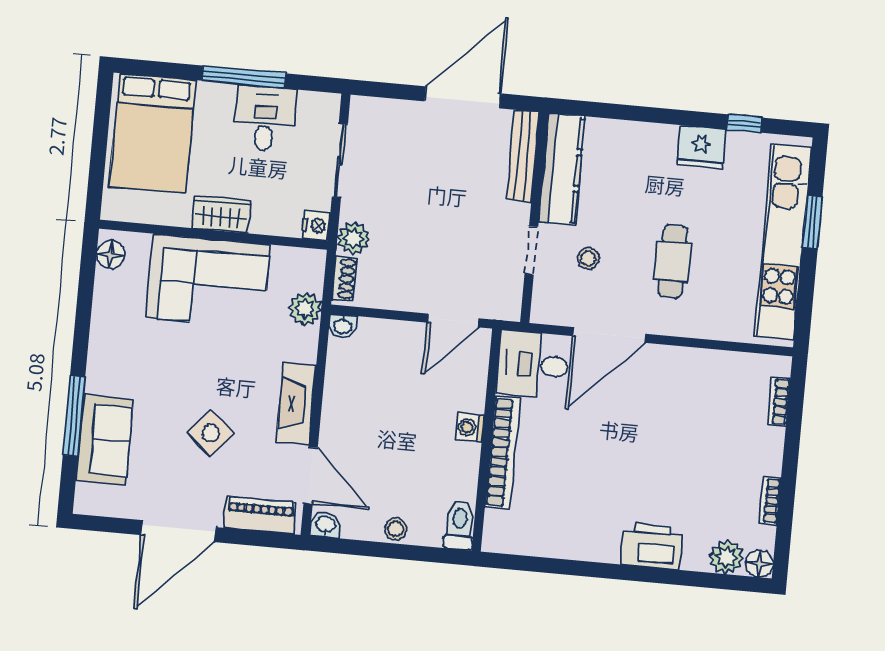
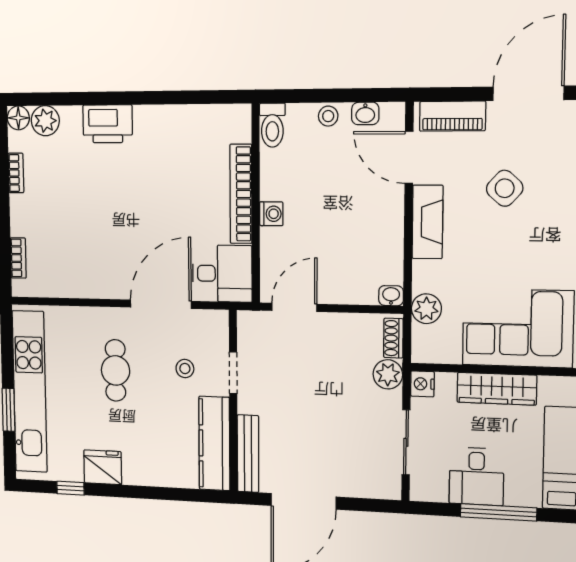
wardrobe: (221, 214) -> (497, 389), width x1.50
washbasin: (326, 525) -> (365, 113), moved

